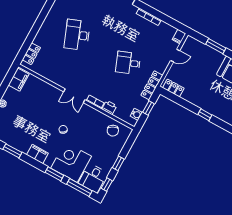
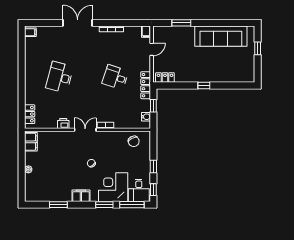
desk: (77, 35) -> (60, 77), turned 36
desk: (128, 63) -> (115, 77), turned 39
double door: (74, 96) -> (85, 130), swing flipped
printer: (109, 107) -> (63, 123), moved

